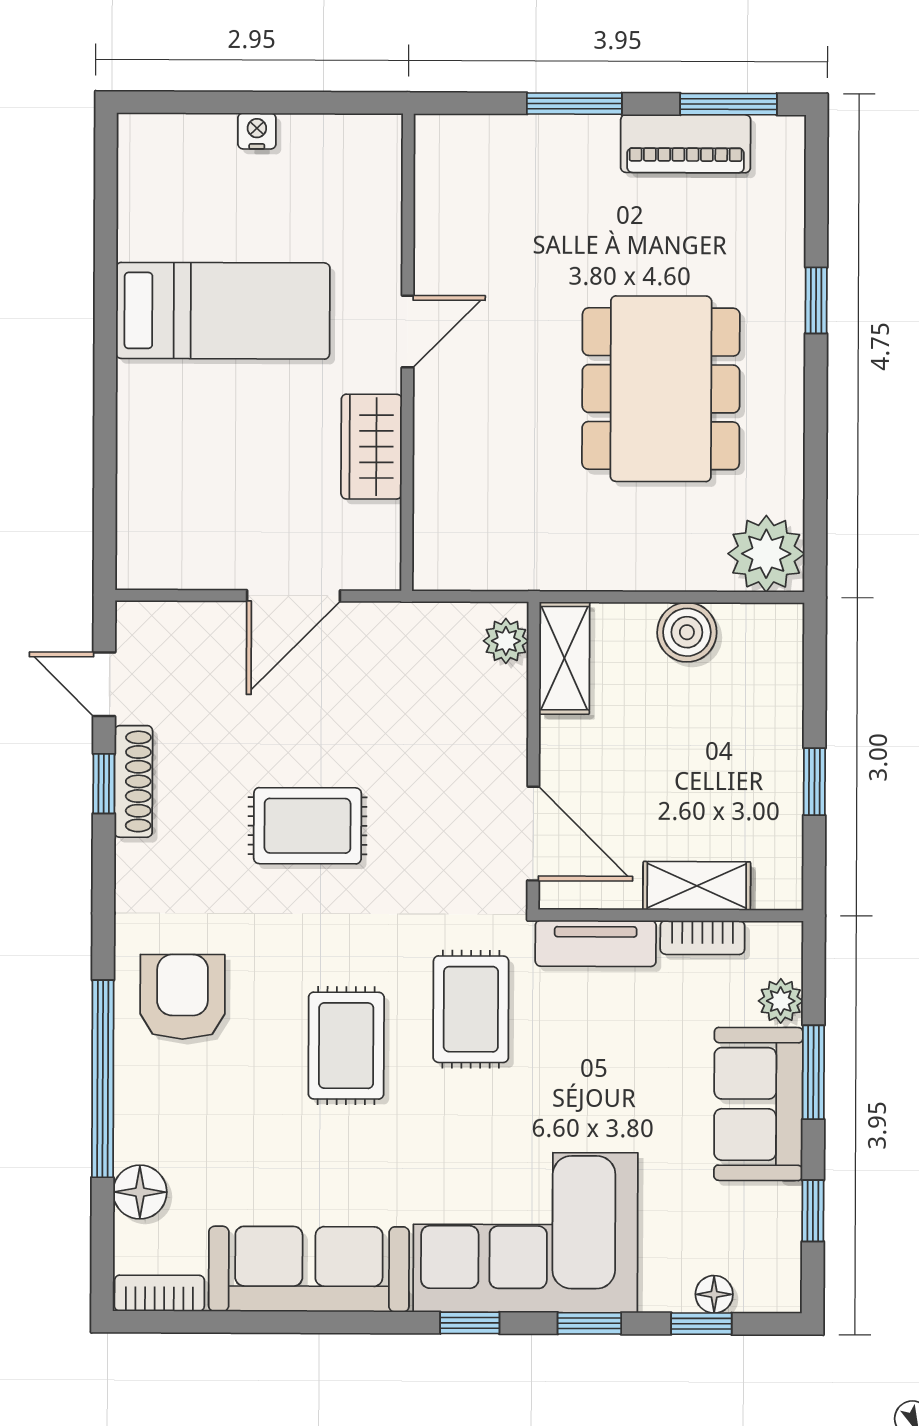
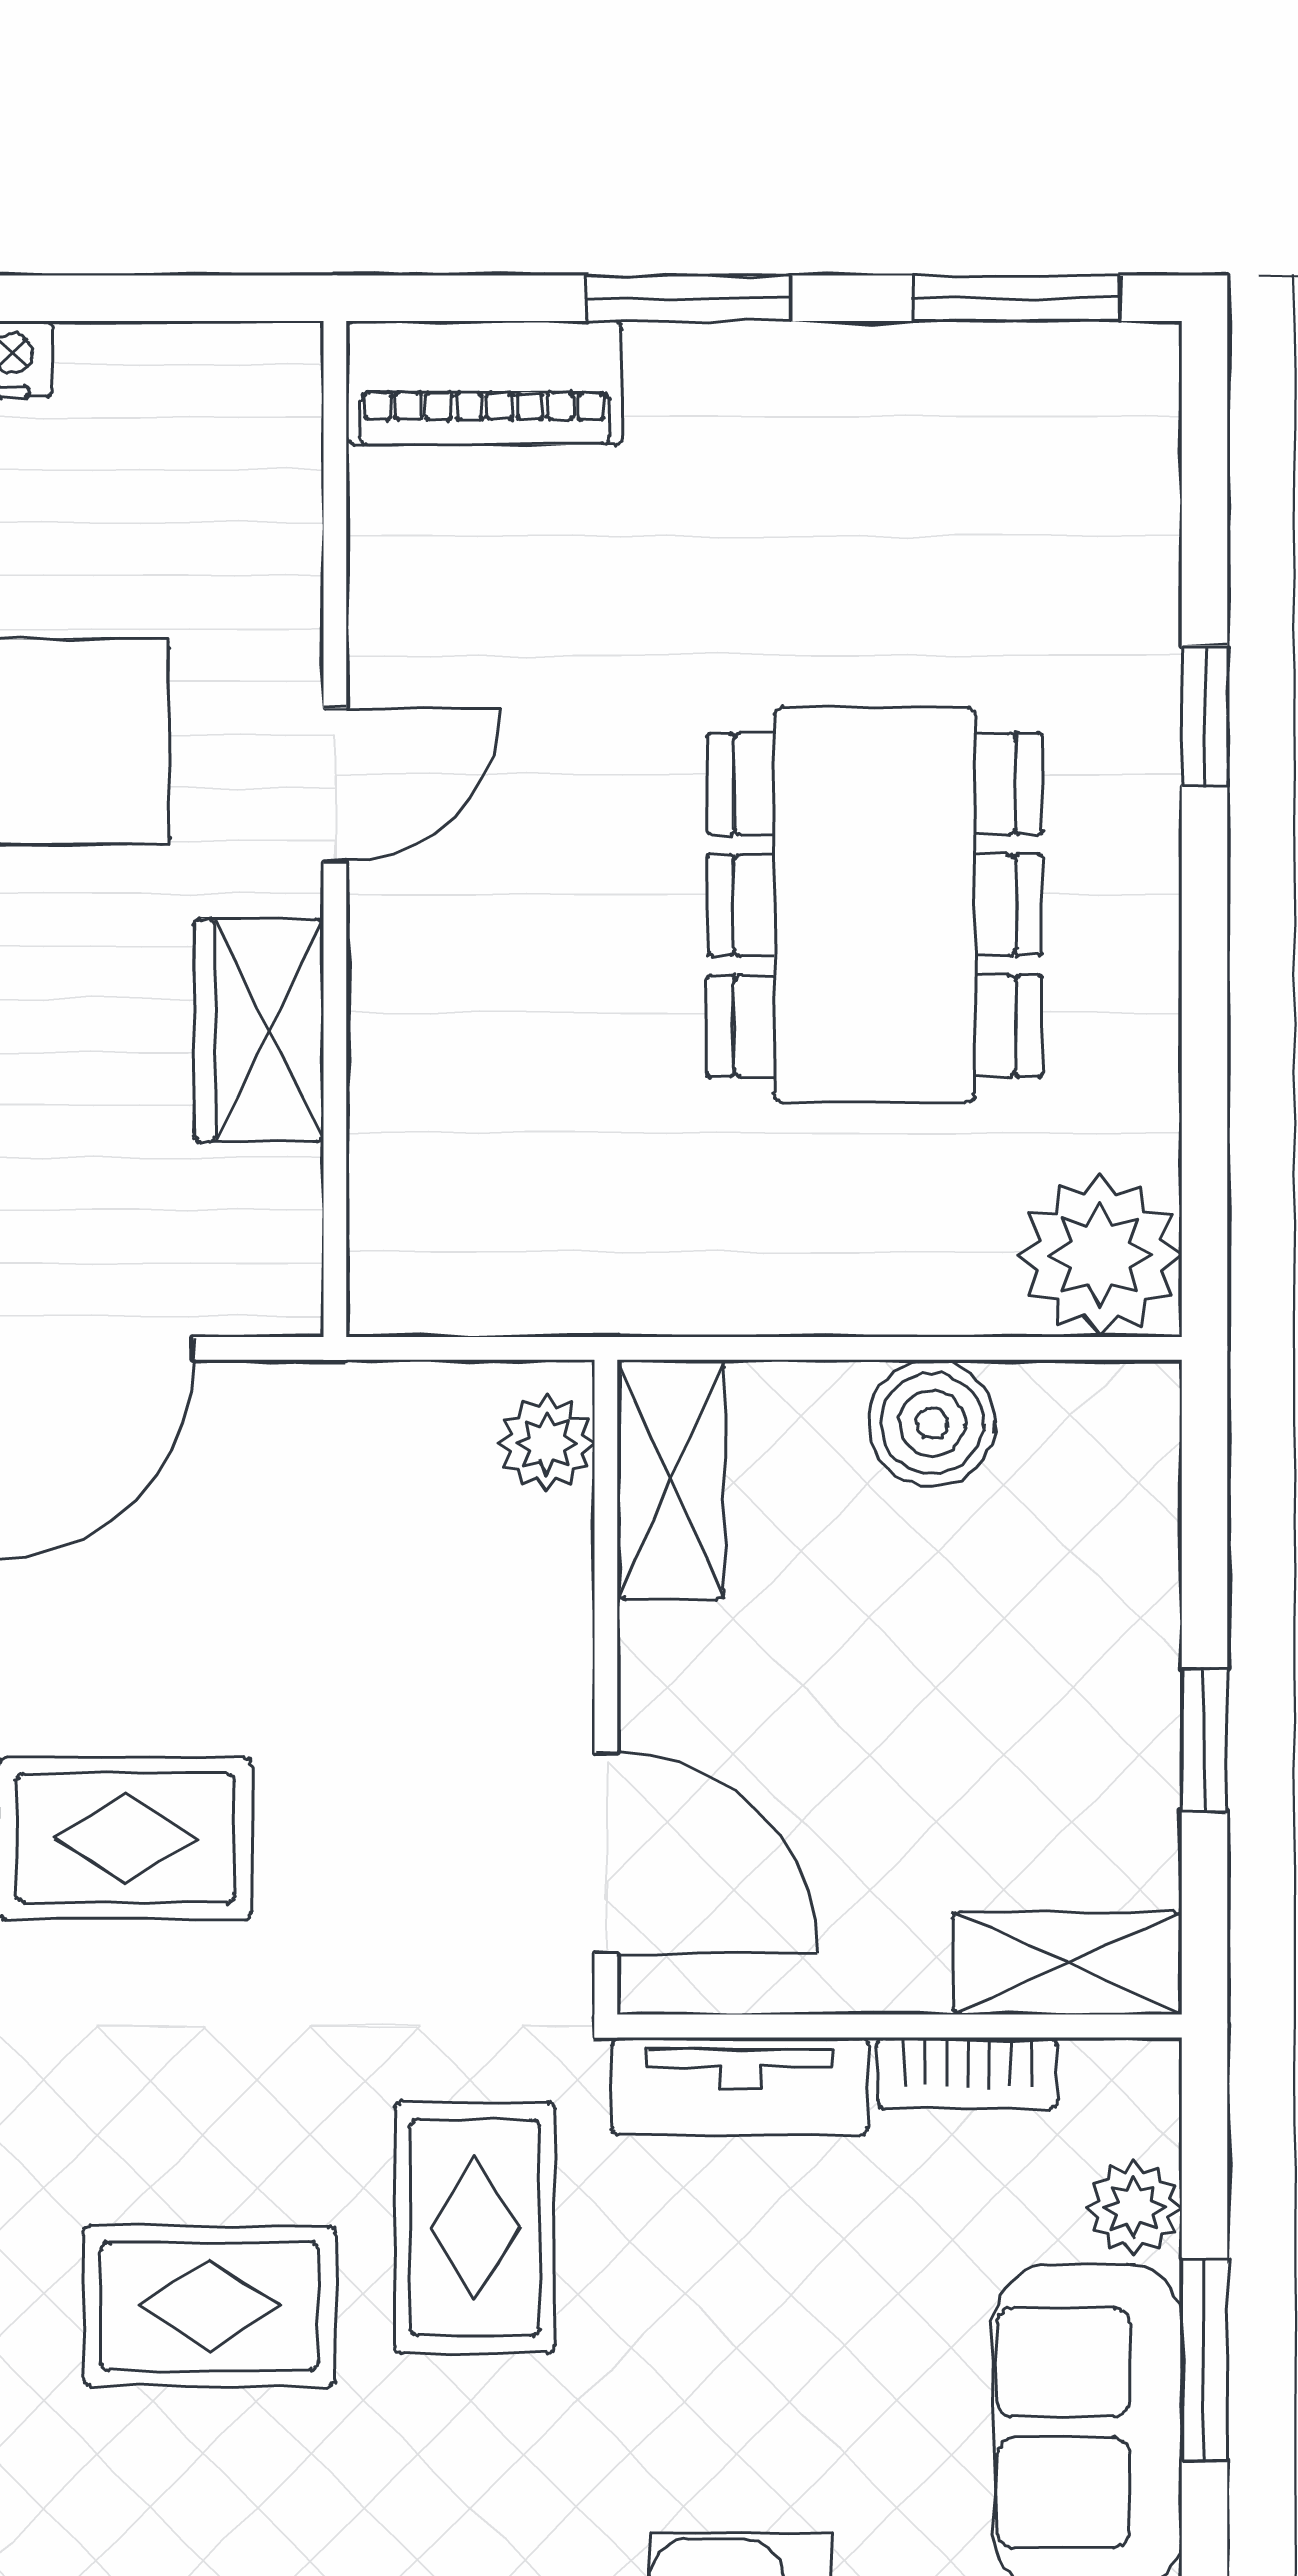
piano: (686, 144) -> (484, 383), moved
shelving: (697, 886) -> (1067, 1963), moved
rug: (346, 1046) -> (209, 2306), turned 90

